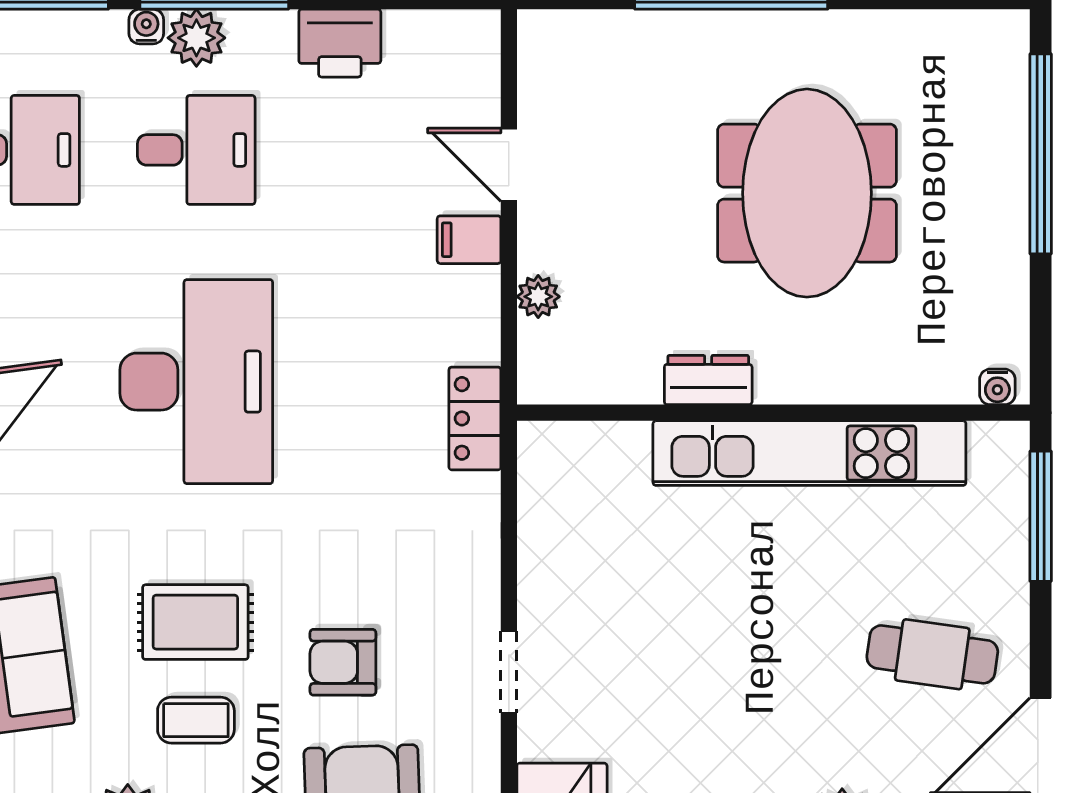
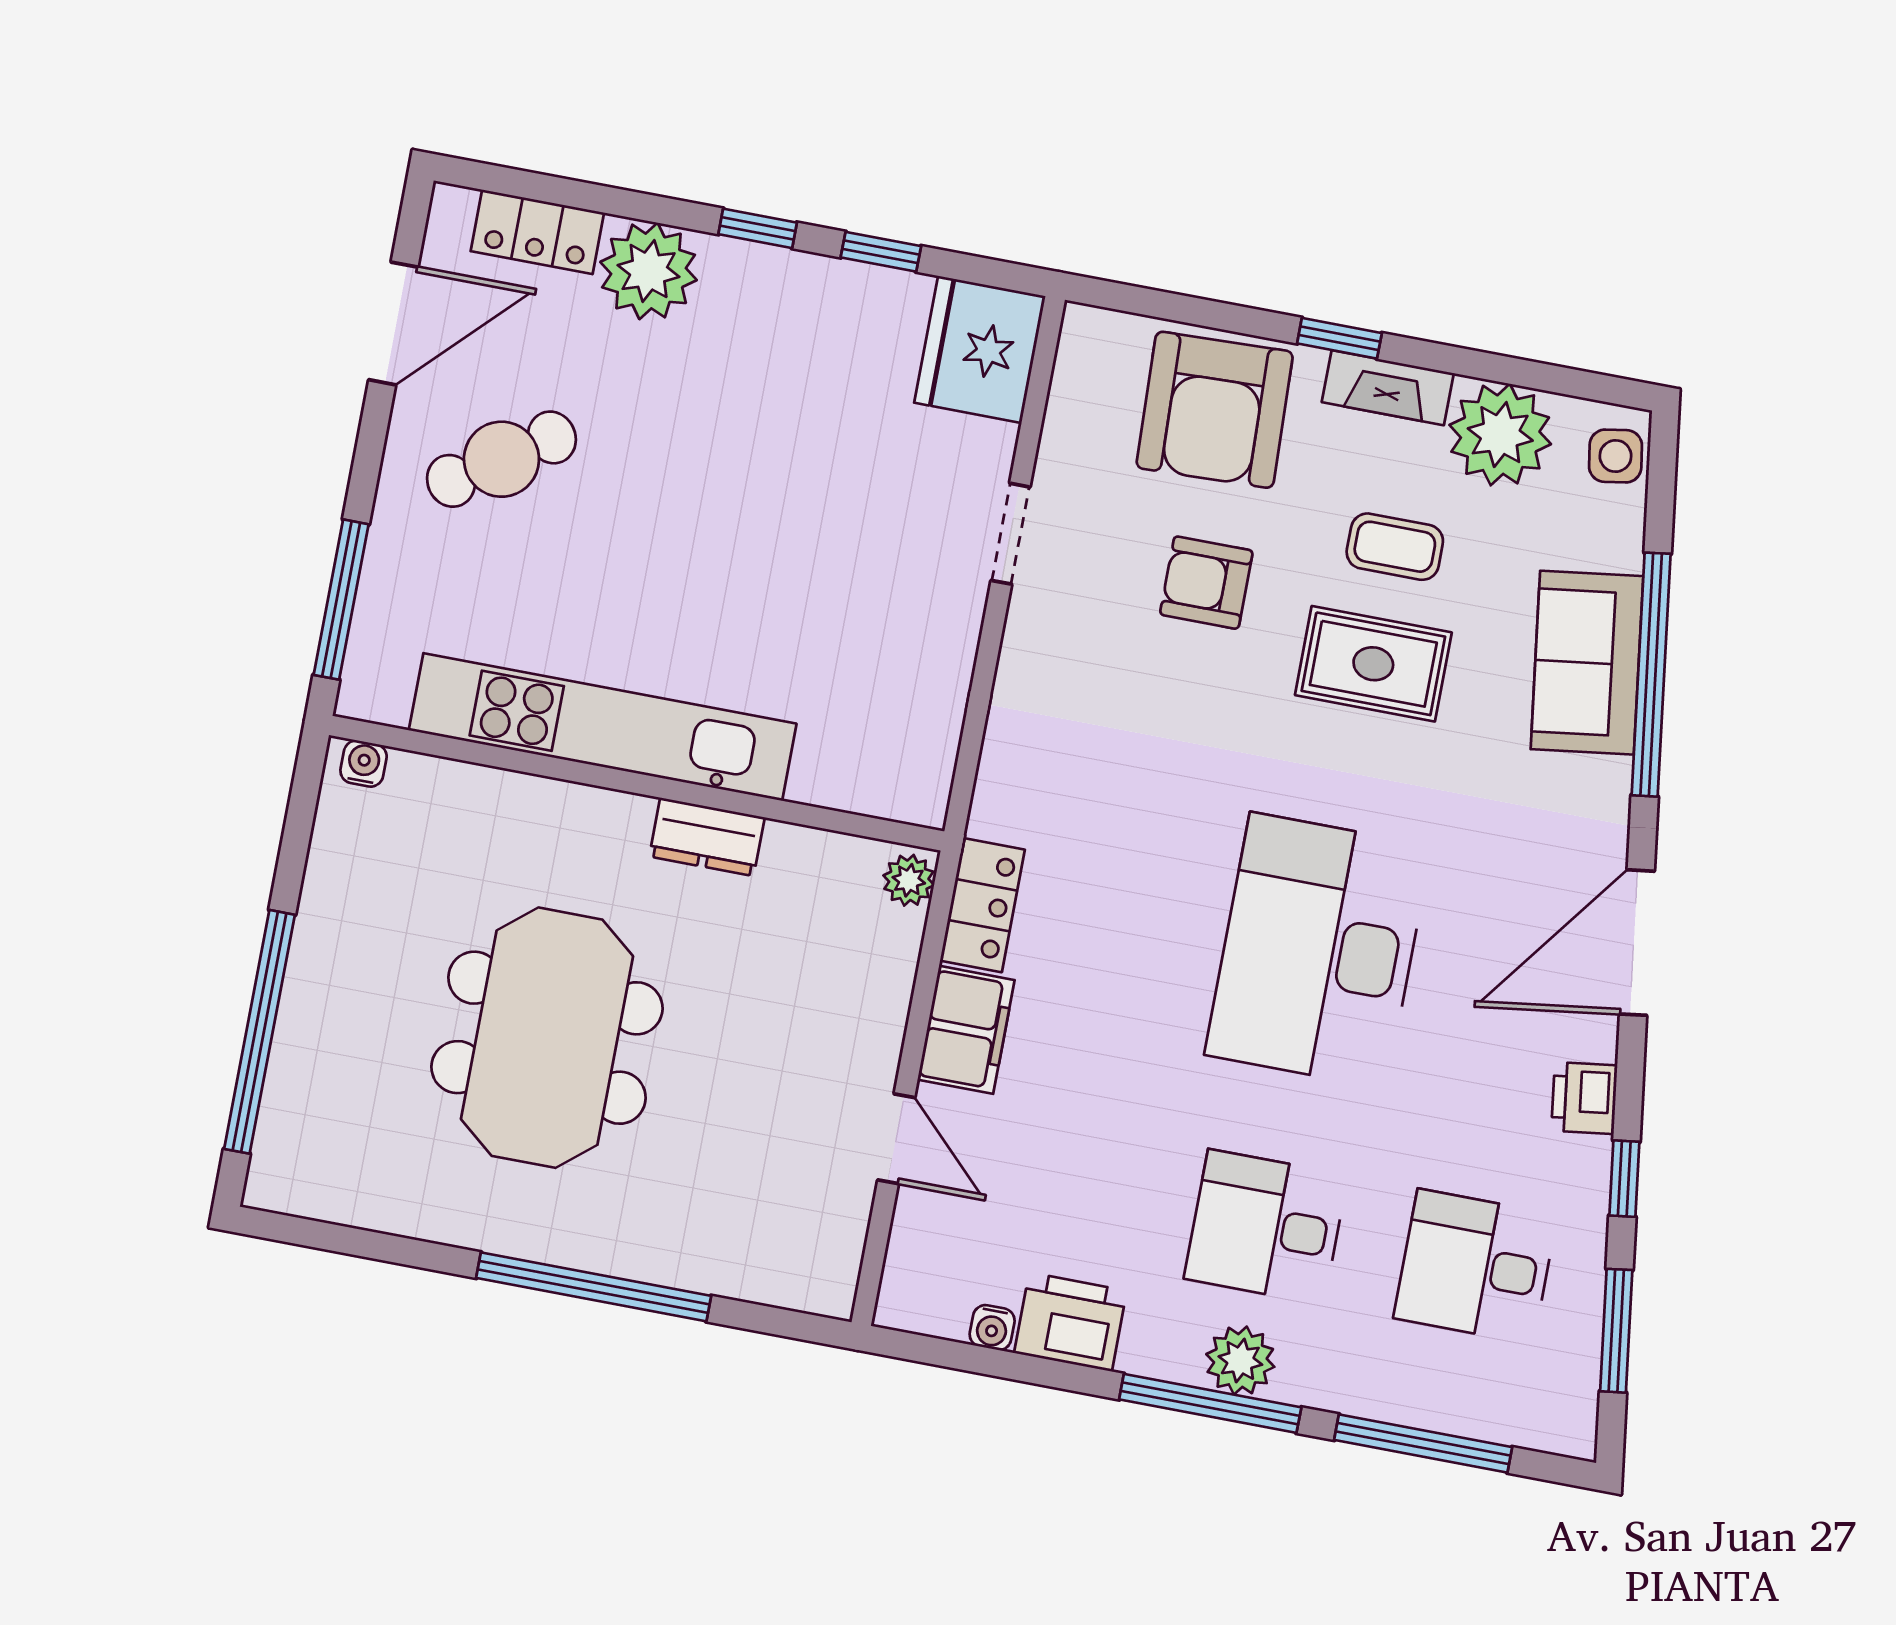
water cooler: (146, 27) -> (992, 1328), moved
filing cabinet: (469, 240) -> (966, 1030), width x2.00
plant: (538, 297) -> (909, 880), moved
locker: (475, 418) -> (982, 905), moved
cafe table: (932, 654) -> (501, 459), turned -42
armchair: (343, 662) -> (1206, 583), turned 180

